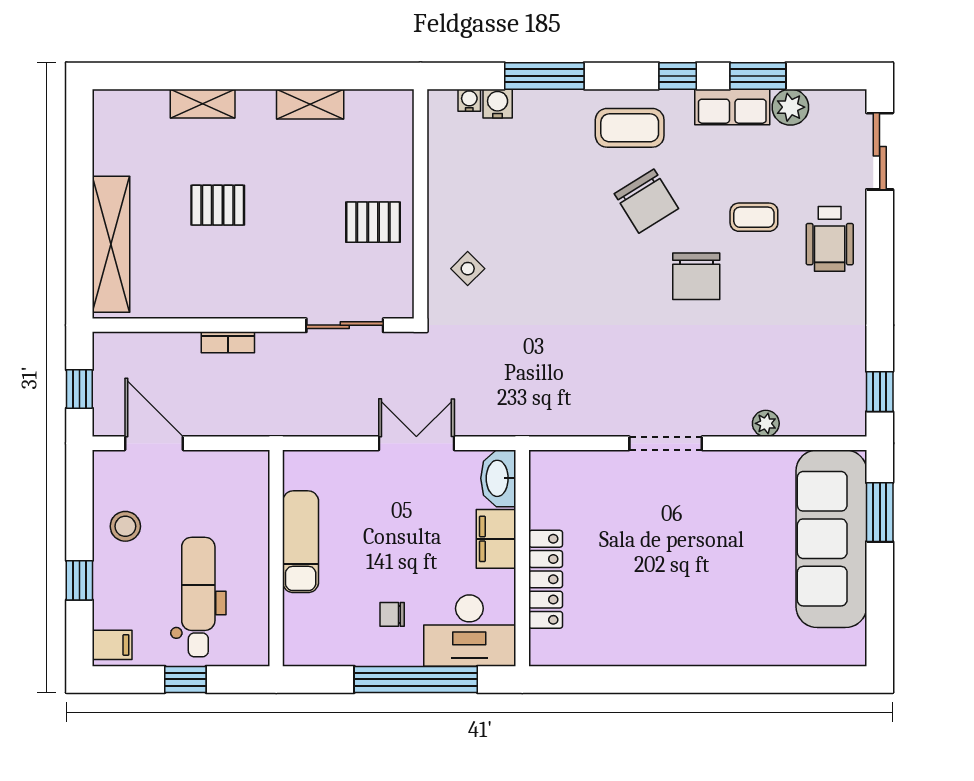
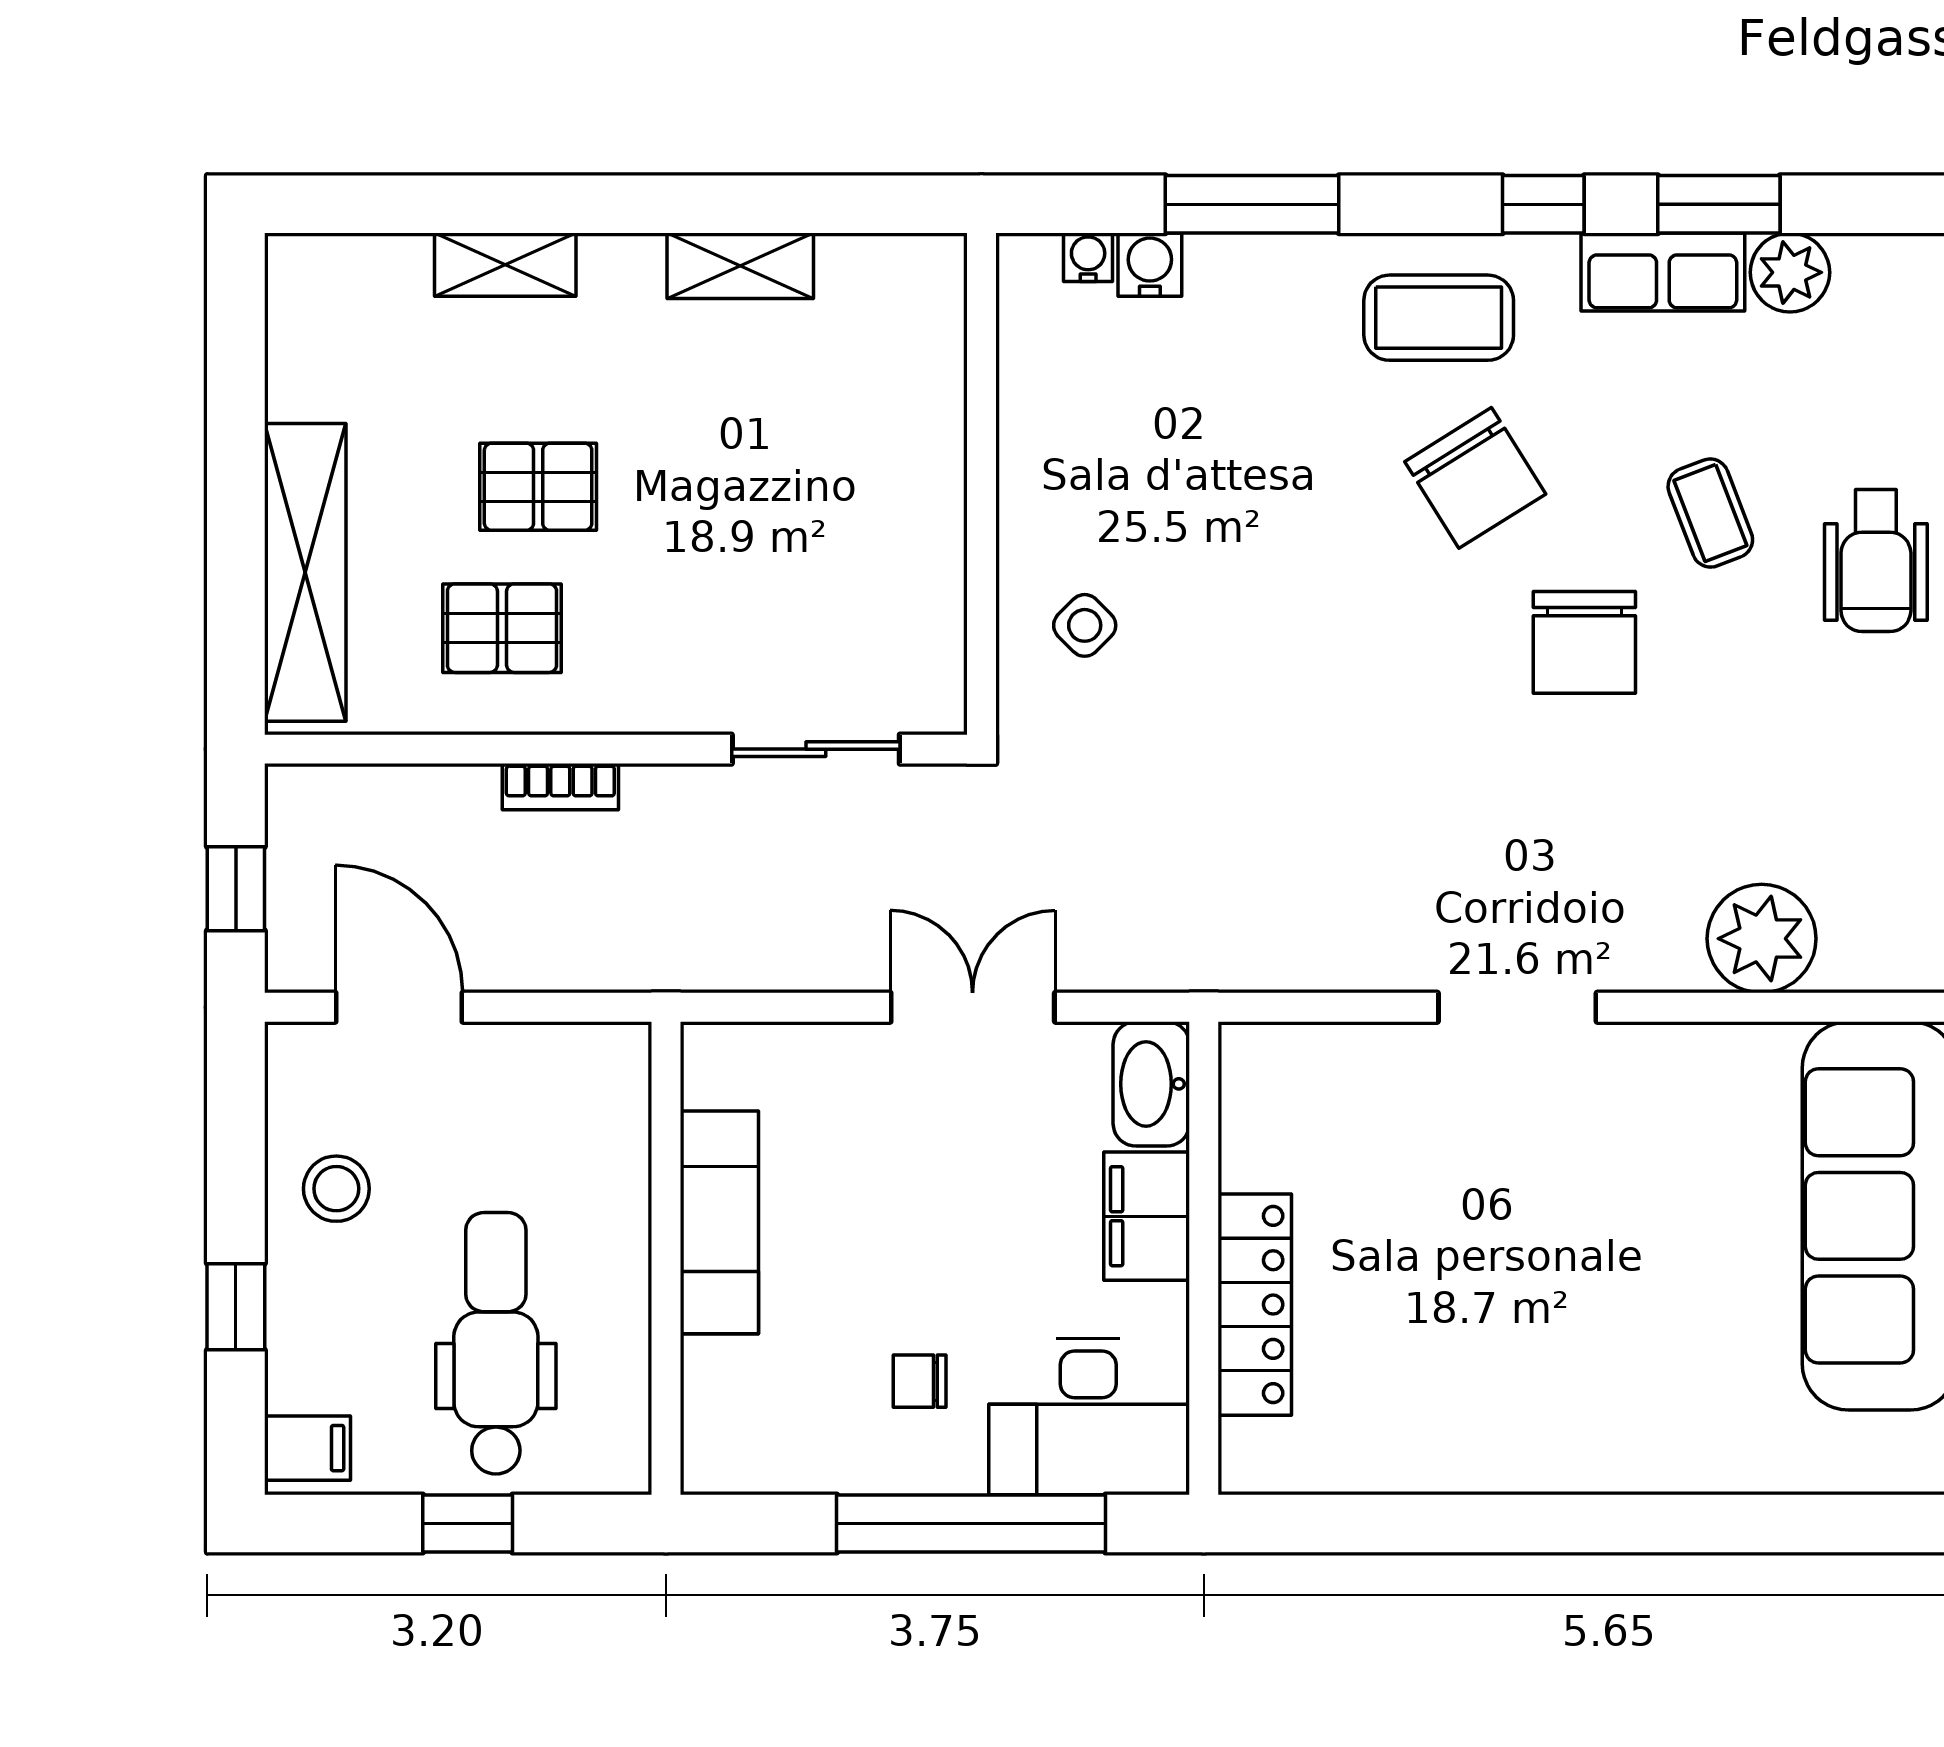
coffee table: (754, 217) -> (1710, 513), turned 69
pallet: (373, 222) -> (502, 628), moved
plant: (766, 423) -> (1762, 939), width x1.88, depth x1.88

